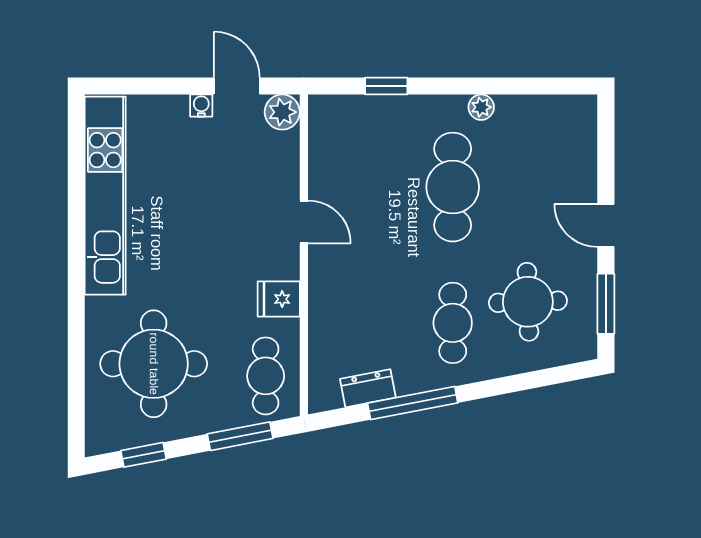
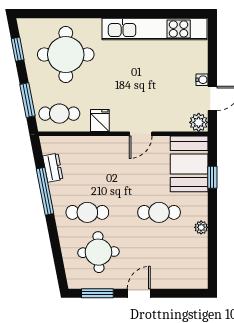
booth: (361, 130) -> (189, 164), added
cafe table: (453, 187) -> (159, 212), width x0.73, depth x0.74

